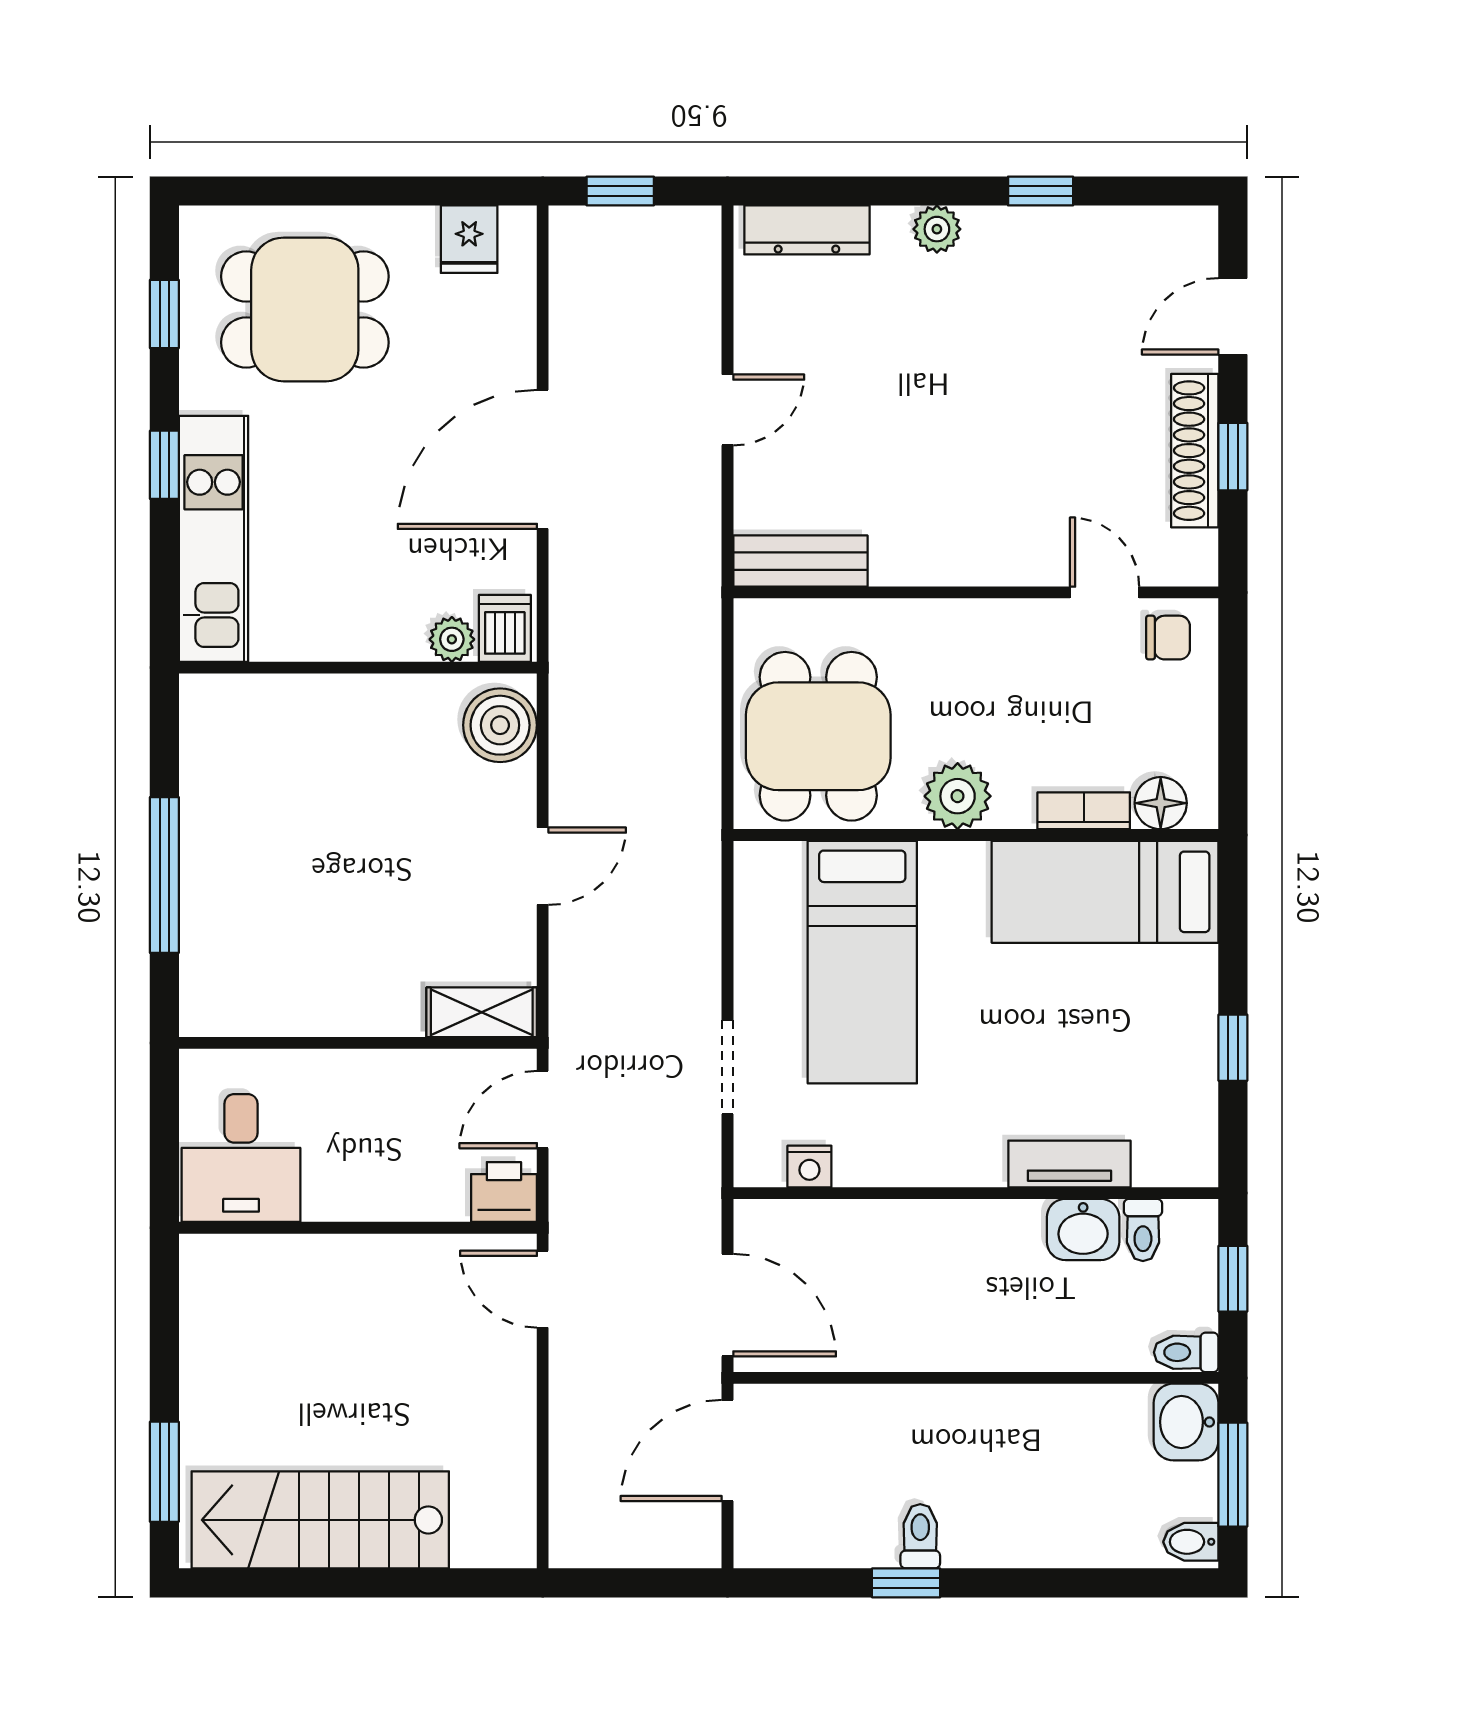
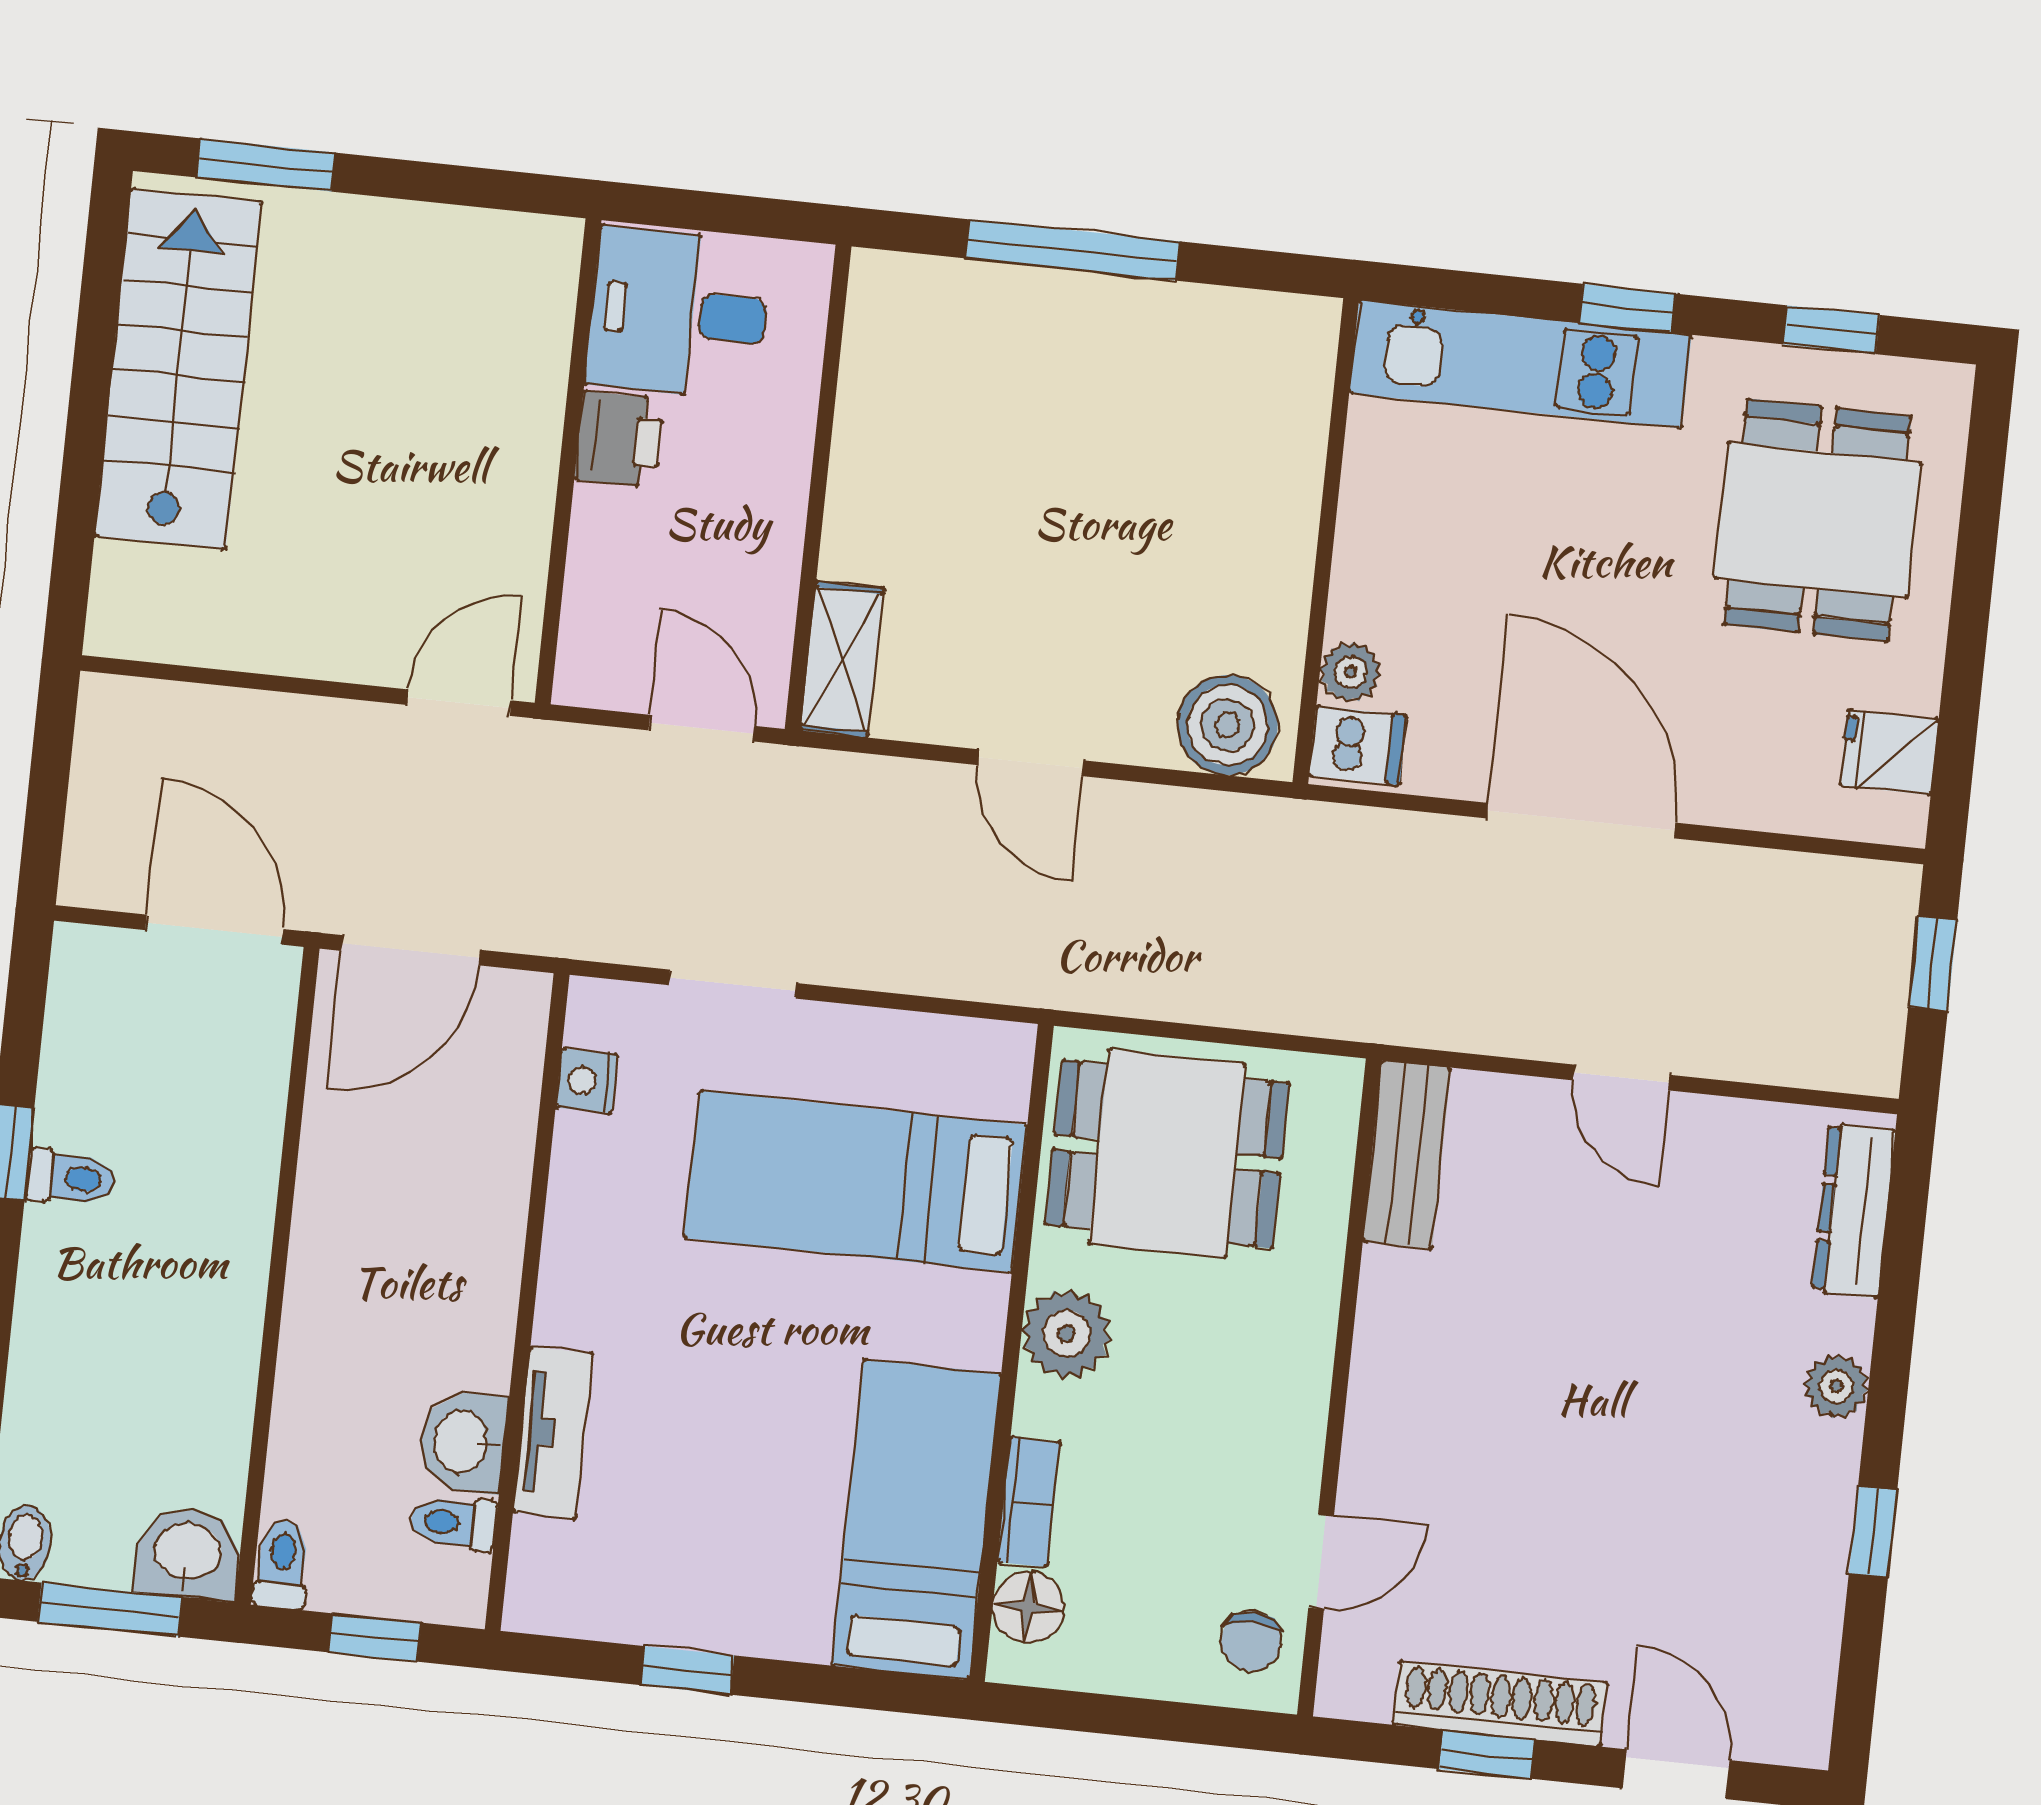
printer: (504, 1192) -> (619, 439), moved

